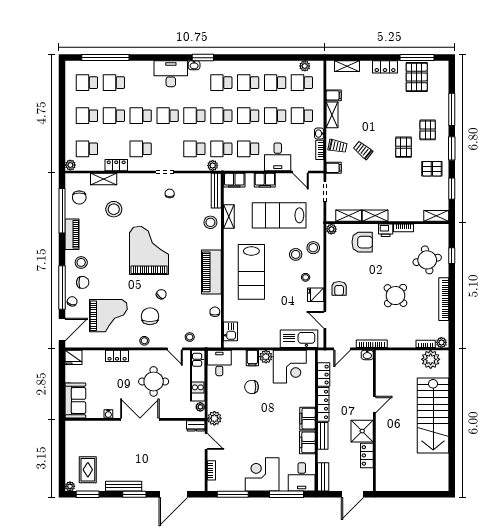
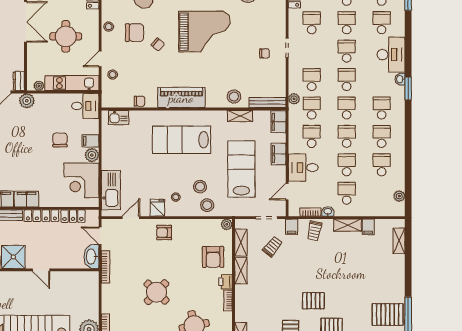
locker: (385, 67) -> (398, 281), removed
school desk: (302, 83) -> (382, 23), moved
trolley: (363, 150) -> (272, 247), moved
washbasin: (367, 355) -> (91, 257), width x1.91, depth x1.45

